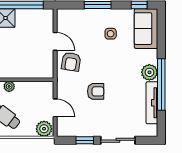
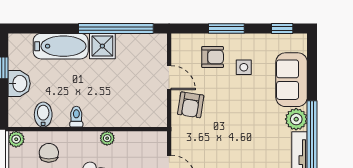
sofa: (146, 29) -> (292, 80), moved
armchair: (96, 91) -> (213, 57), moved

